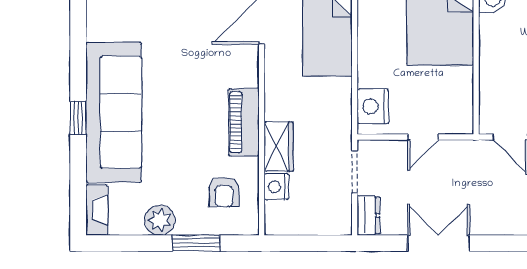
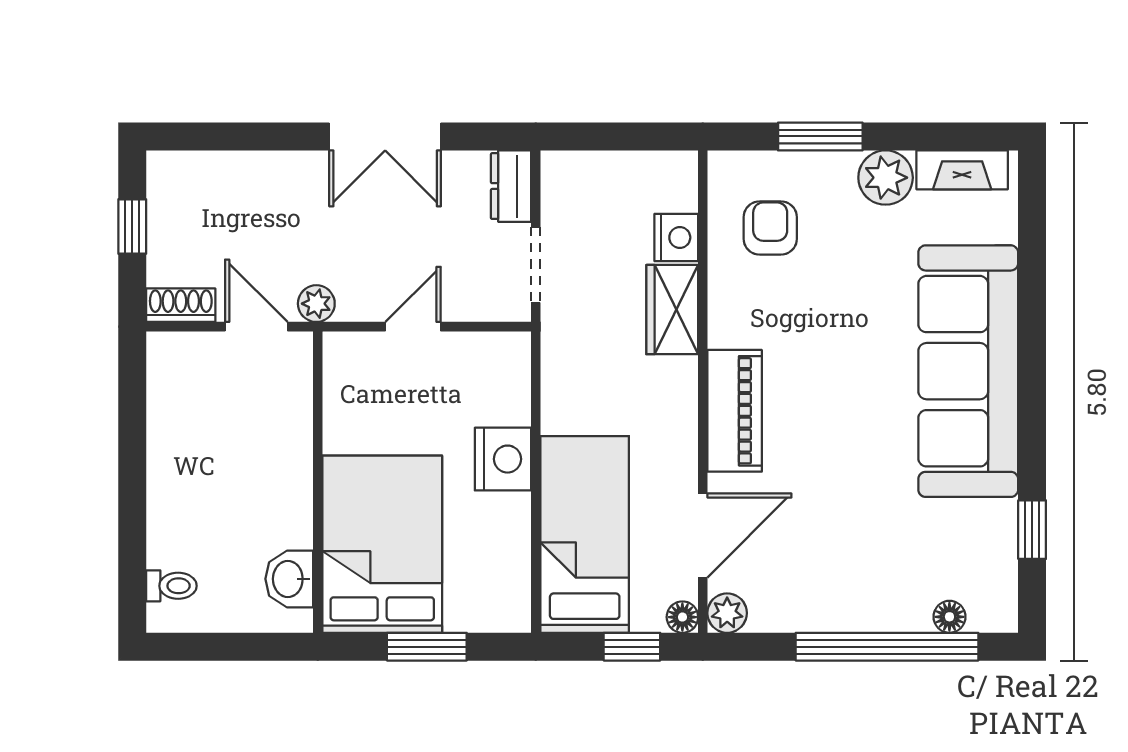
nightstand: (373, 106) -> (503, 459), moved
window: (78, 118) -> (1032, 530), moved
piano: (244, 122) -> (735, 411), moved
plant: (477, 150) -> (316, 304), added
fireplace: (97, 210) -> (962, 170), moved, turned -90

